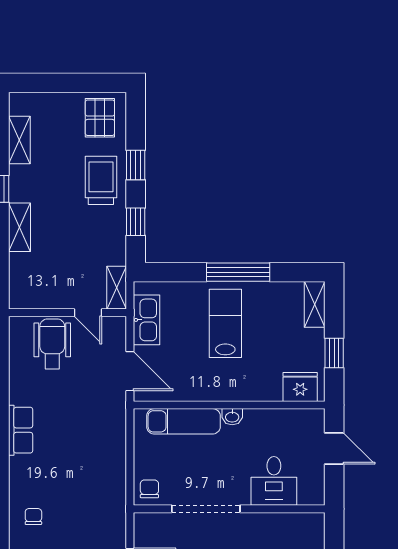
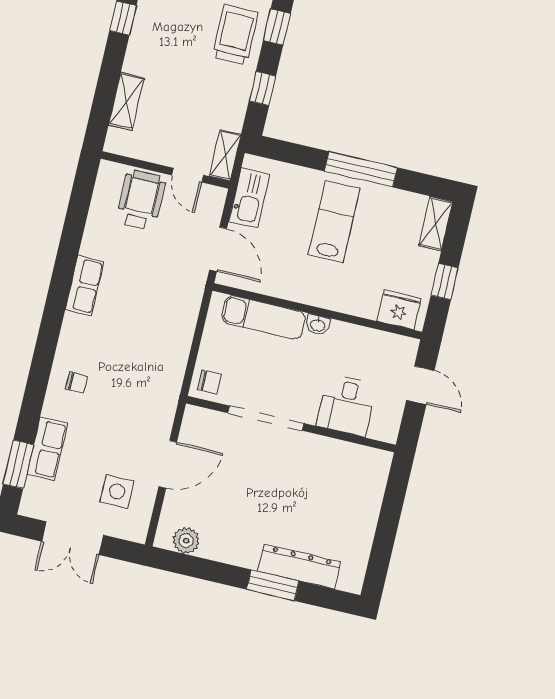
shelving: (20, 227) -> (127, 101), moved
chair: (149, 489) -> (209, 382), turned 90
chair: (33, 516) -> (77, 382), turned 90

